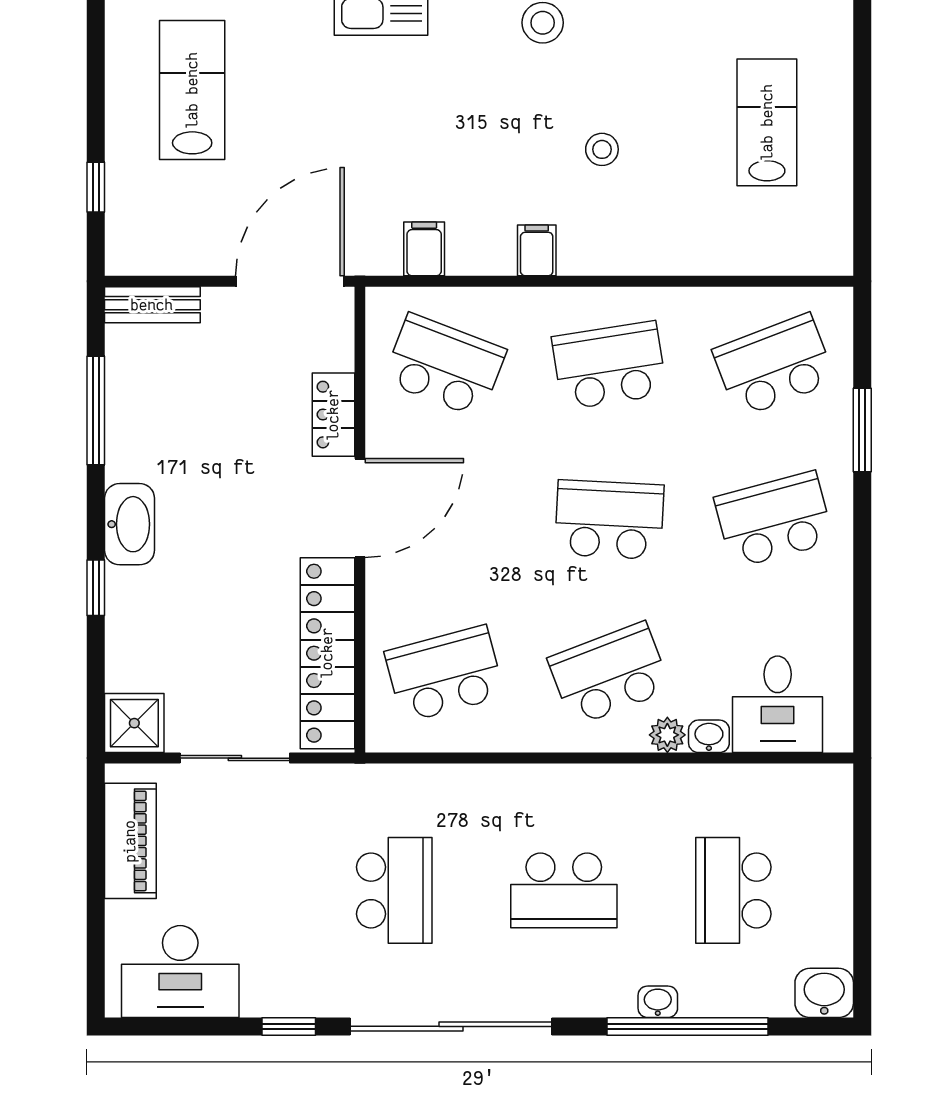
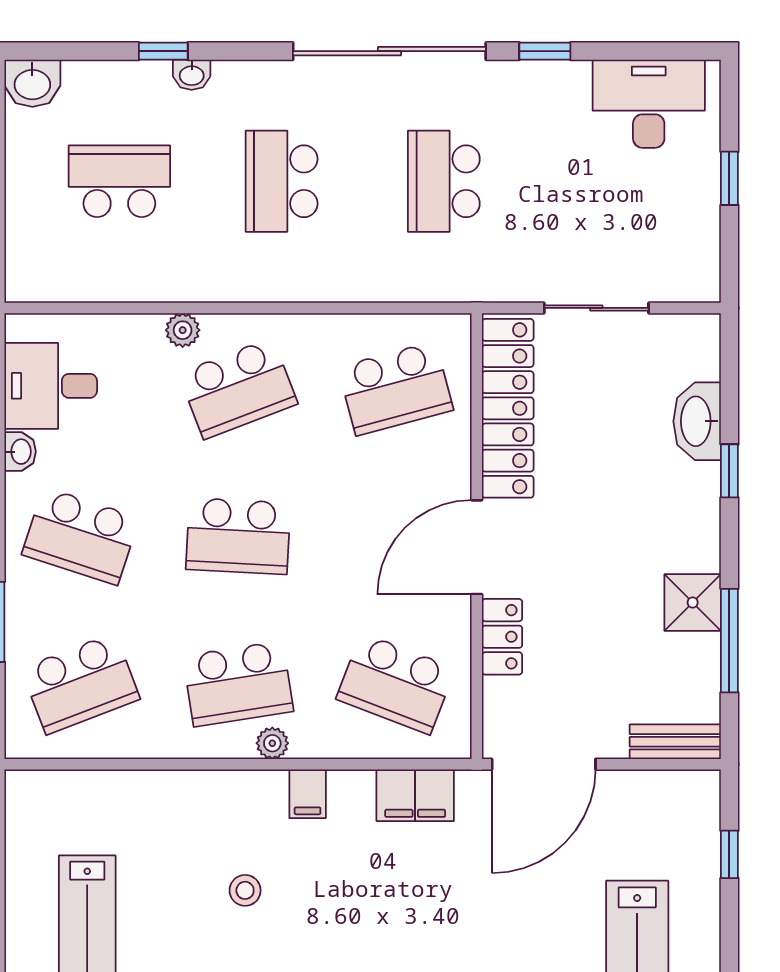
filing cabinet: (424, 249) -> (415, 795), width x2.00
plant: (573, 303) -> (272, 743), added
school desk: (774, 520) -> (81, 536), turned 33
washbasin: (130, 524) -> (697, 421), moved
desk: (778, 704) -> (51, 386), moved, turned -90
shower: (134, 723) -> (693, 603), moved
washbasin: (709, 736) -> (20, 452), moved, turned -90
piano: (130, 841) -> (696, 229), removed
school desk: (564, 890) -> (282, 181), turned -90
school desk: (733, 890) -> (119, 181), turned -90
window: (96, 894) -> (729, 178), added
window: (688, 1026) -> (163, 51), width x0.32

